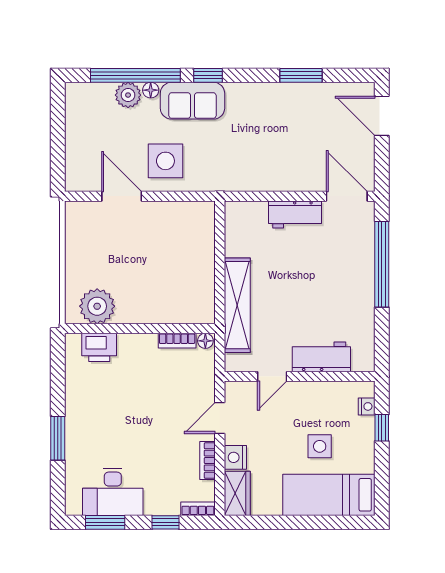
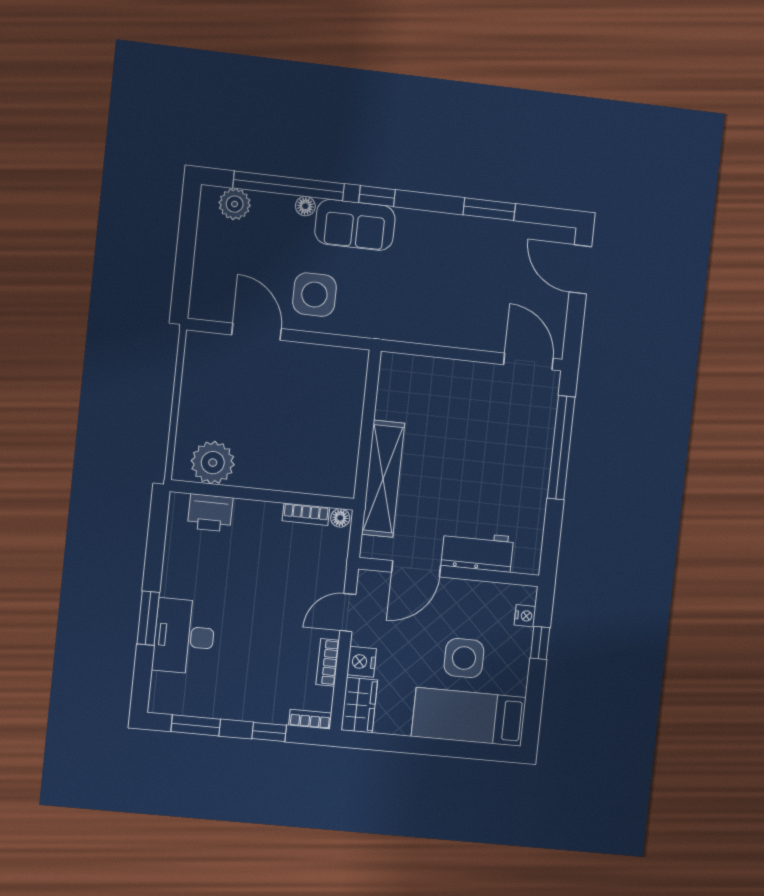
plant: (128, 95) -> (235, 204), moved
workbench: (295, 214) -> (464, 377), removed
door: (272, 376) -> (416, 569), width x1.38
side table: (320, 446) -> (464, 658), width x1.37, depth x1.37
desk: (113, 492) -> (184, 636), moved, turned 90

